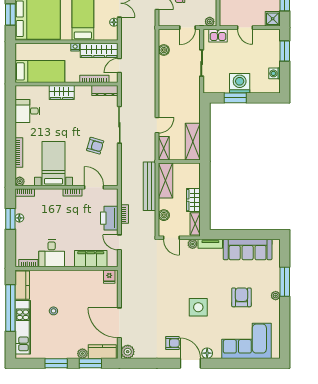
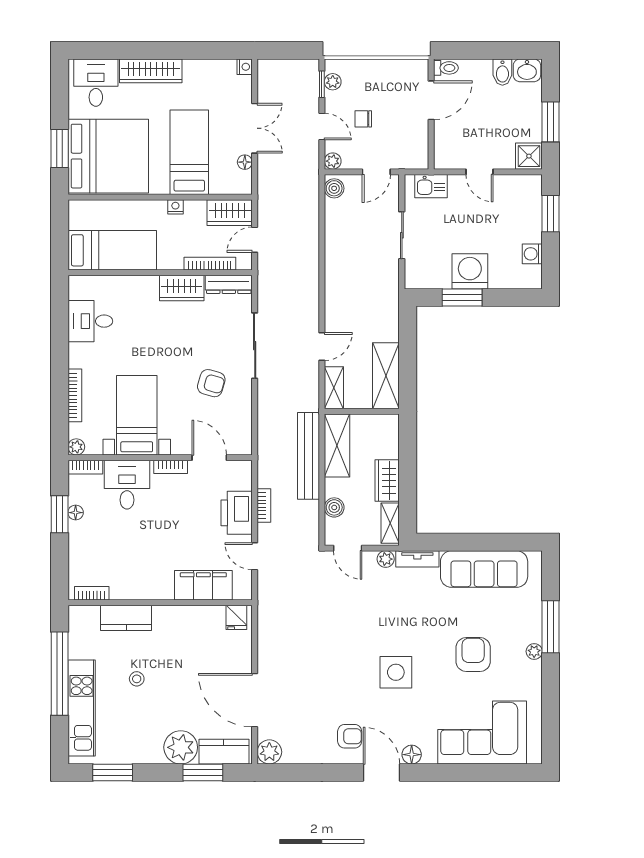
plant: (210, 22) -> (333, 161), moved
wardrobe: (99, 50) -> (230, 213), width x0.67
boiler: (164, 50) -> (334, 188), moved
wardrobe: (62, 93) -> (182, 288), moved
desk: (52, 253) -> (127, 485), moved, turned 180
kitchen counter: (22, 285) -> (126, 618), moved, turned 90
plant: (82, 354) -> (181, 747), width x1.88, depth x1.88
window: (56, 363) -> (113, 772), moved

